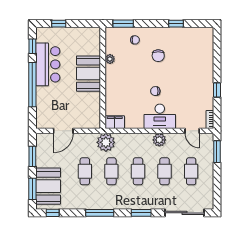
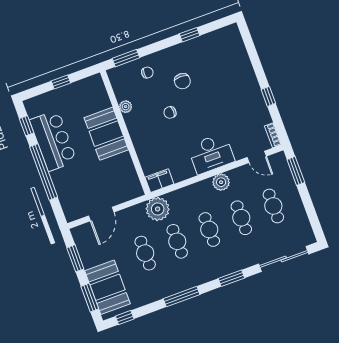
window: (59, 24) -> (61, 82), moved
chair: (155, 91) -> (170, 112), moved

